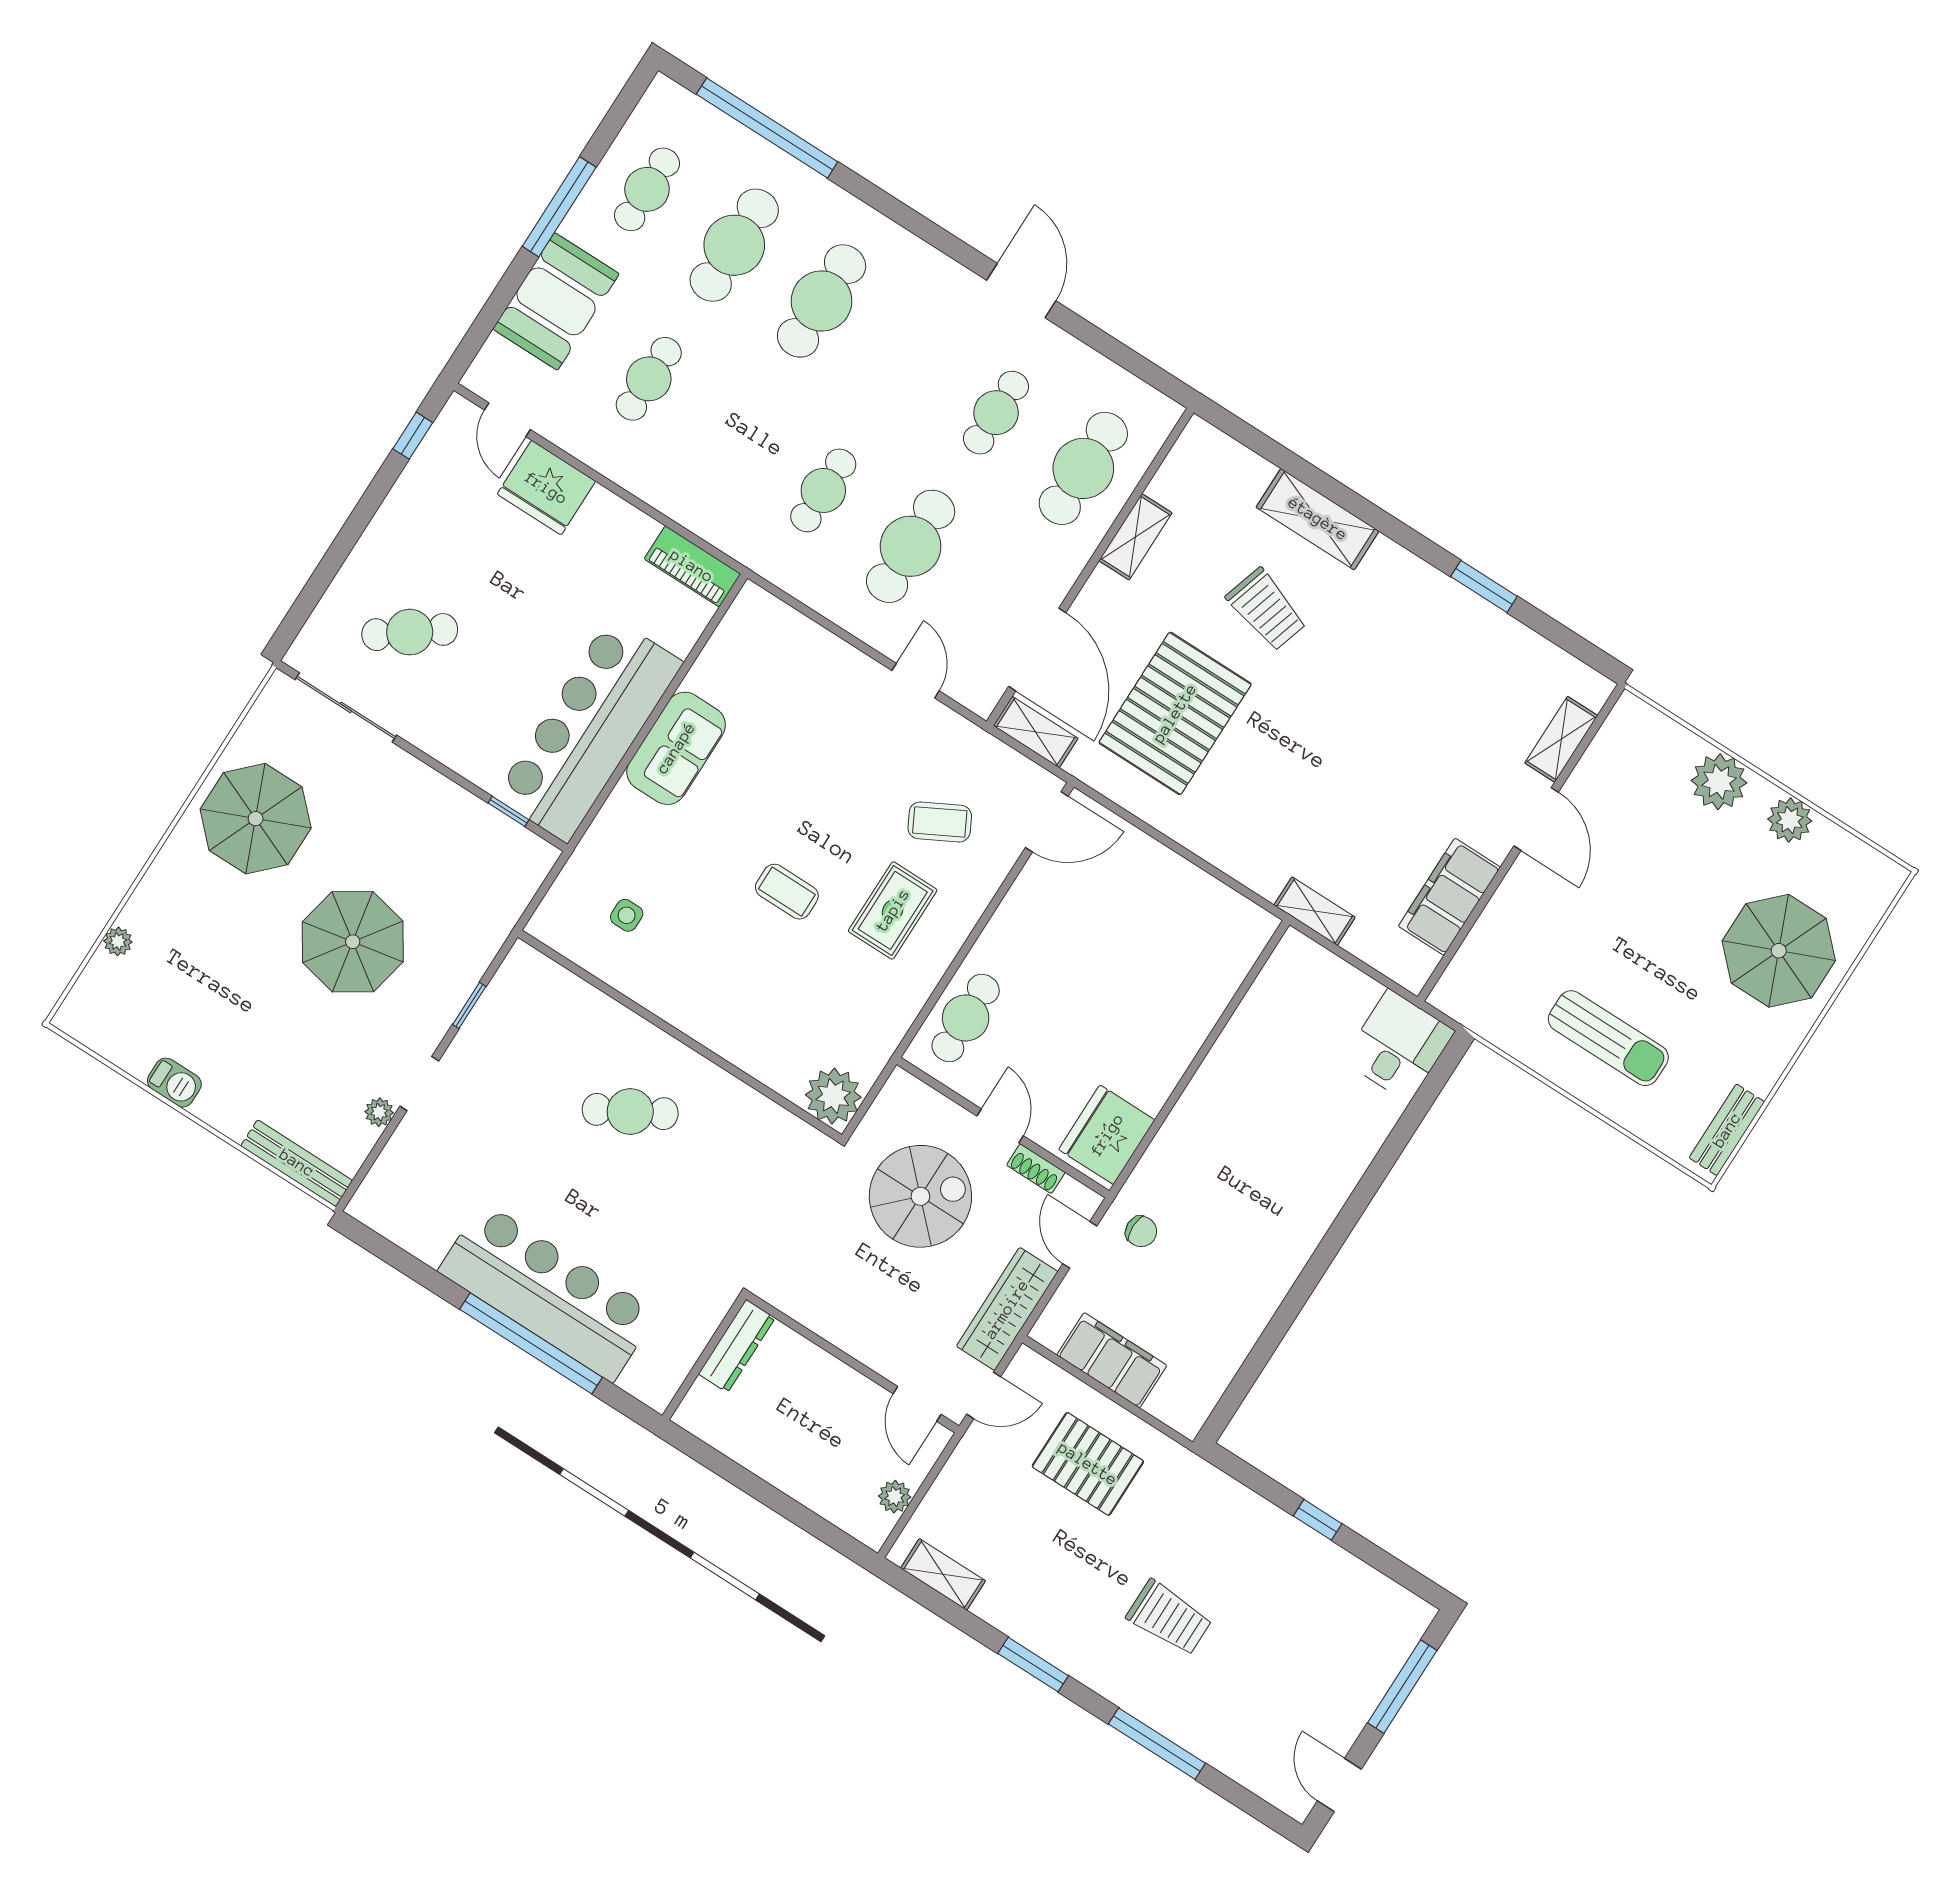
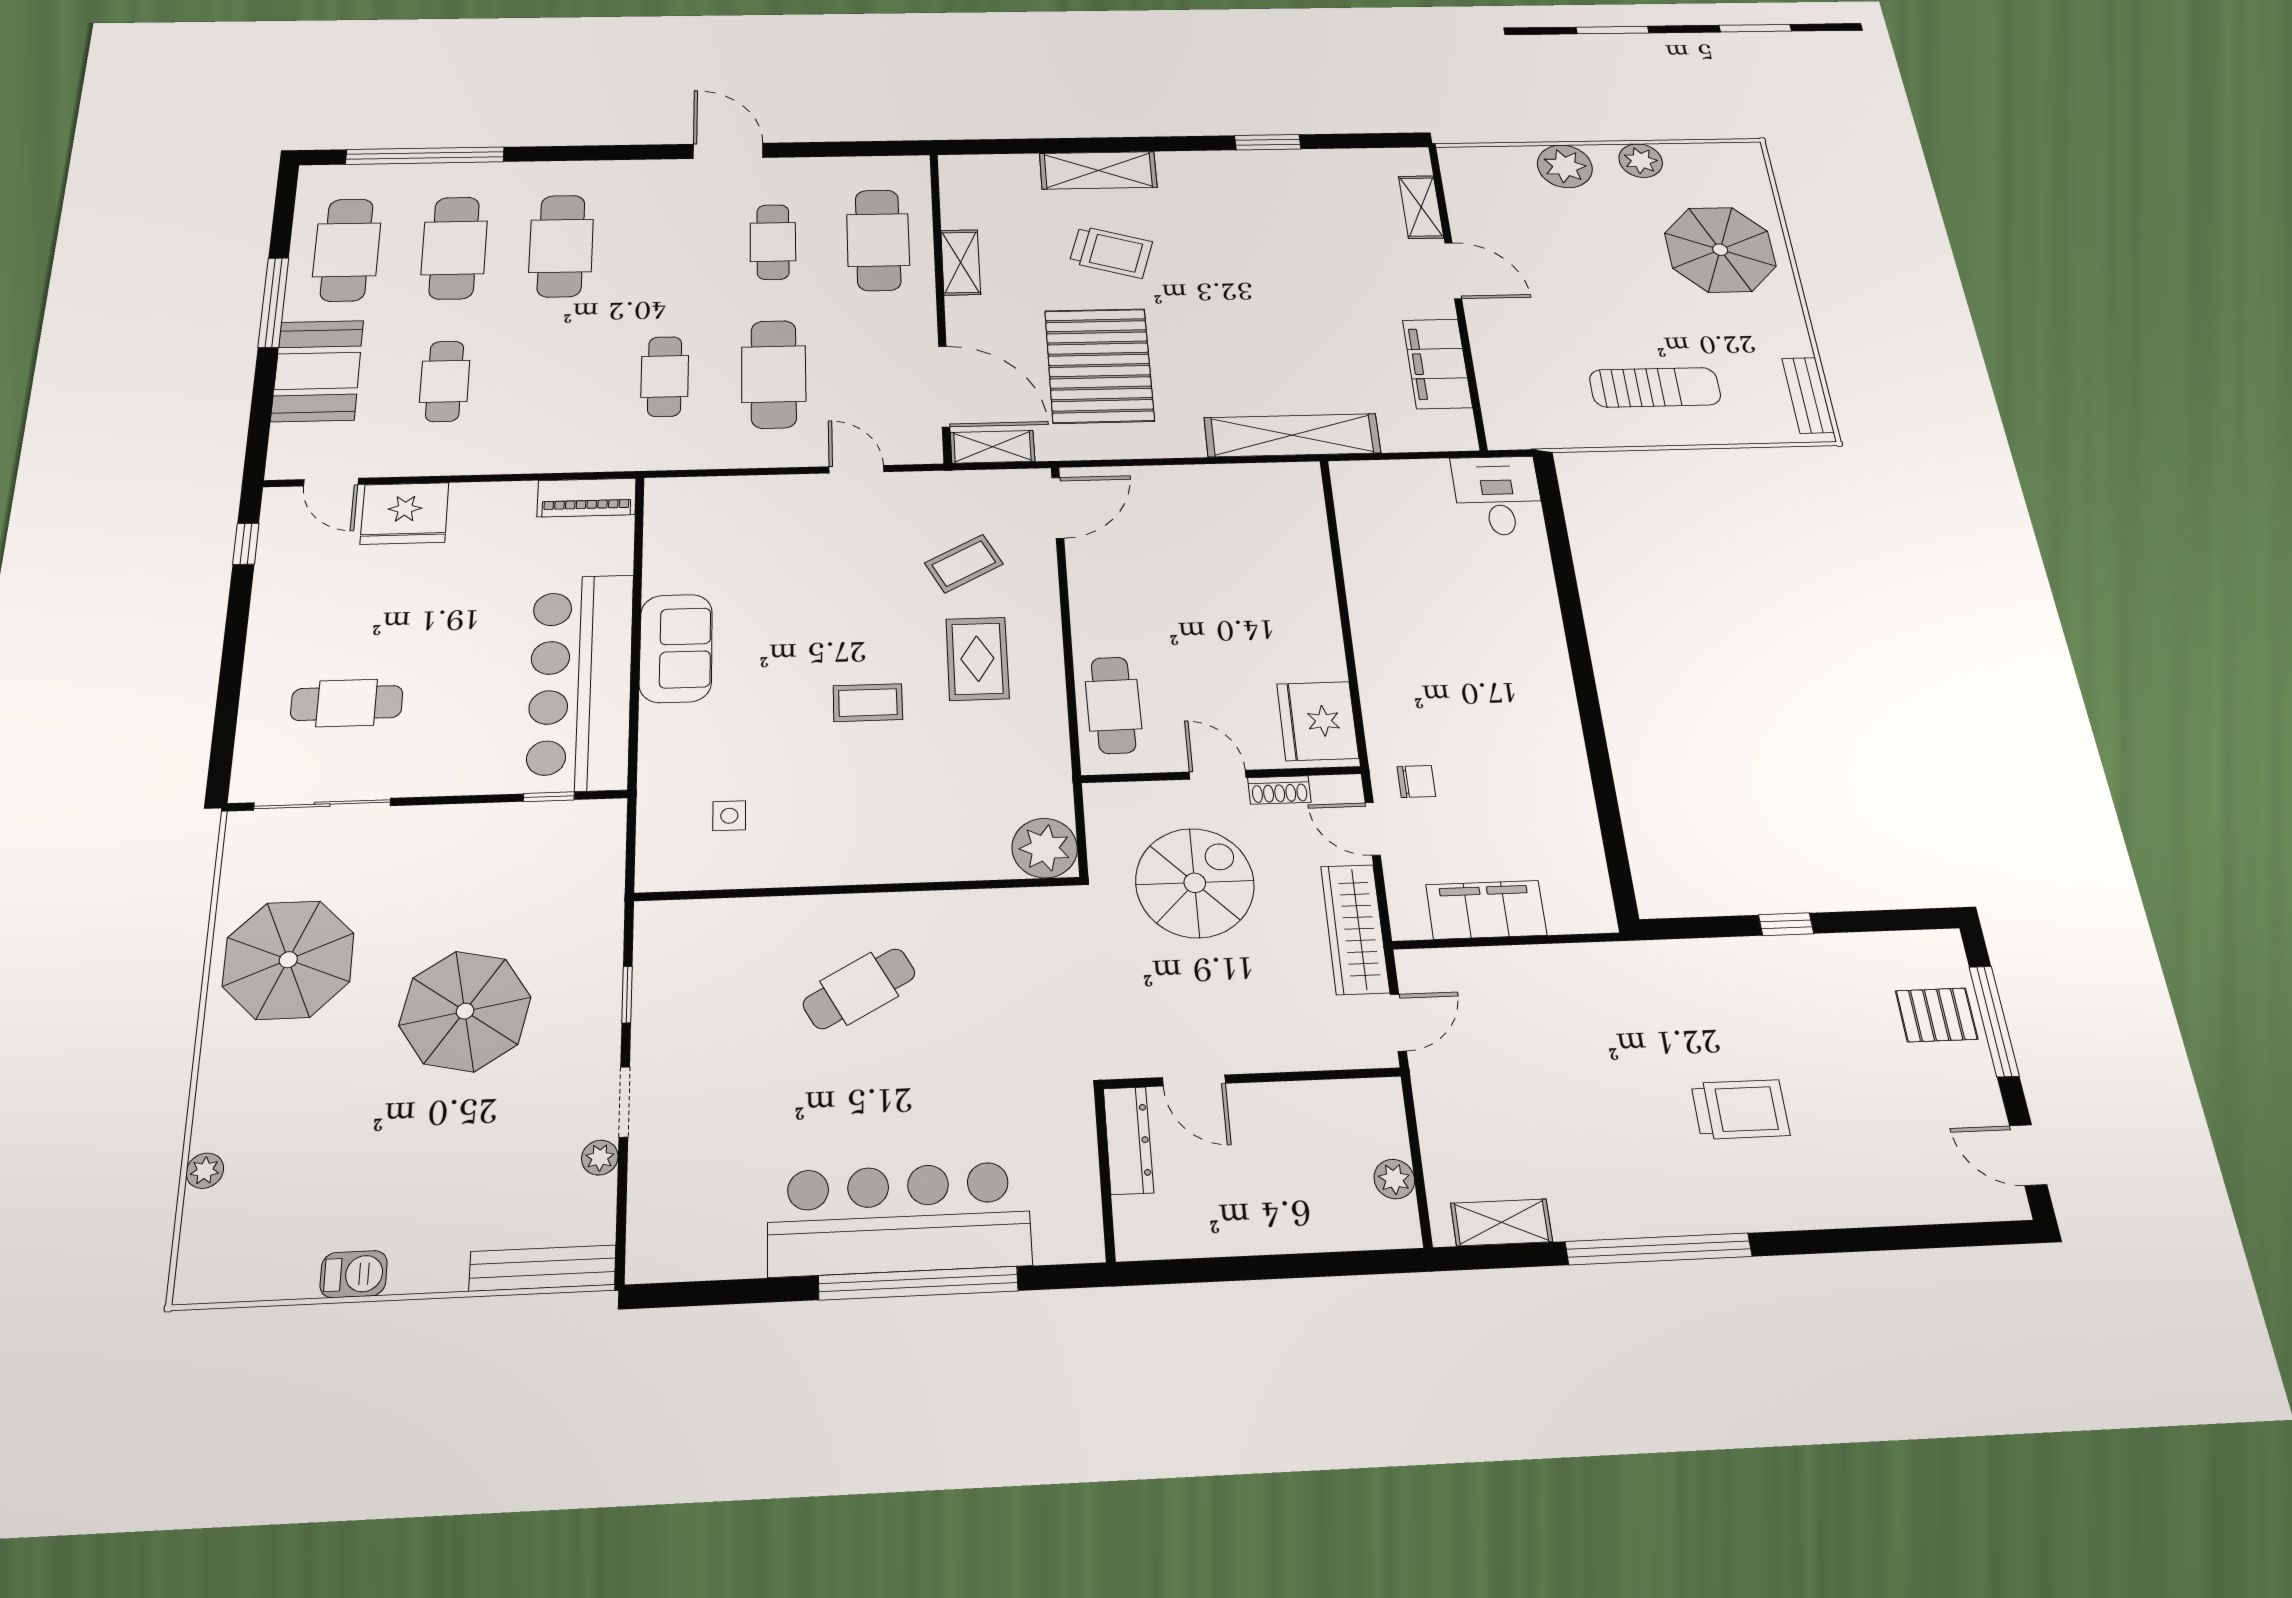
cafe table: (647, 189) -> (347, 250), width x1.37, depth x1.35
cafe table: (410, 632) -> (347, 703), turned 37
shelving: (1315, 911) -> (1292, 435), width x2.20, depth x1.33
door: (917, 1404) -> (1194, 1080), moved
pallet: (1088, 1464) -> (1937, 1015), moved, width x0.67, depth x0.71
window: (1033, 1665) -> (1659, 1249), width x2.11
window: (1157, 1744) -> (1837, 1241), removed

